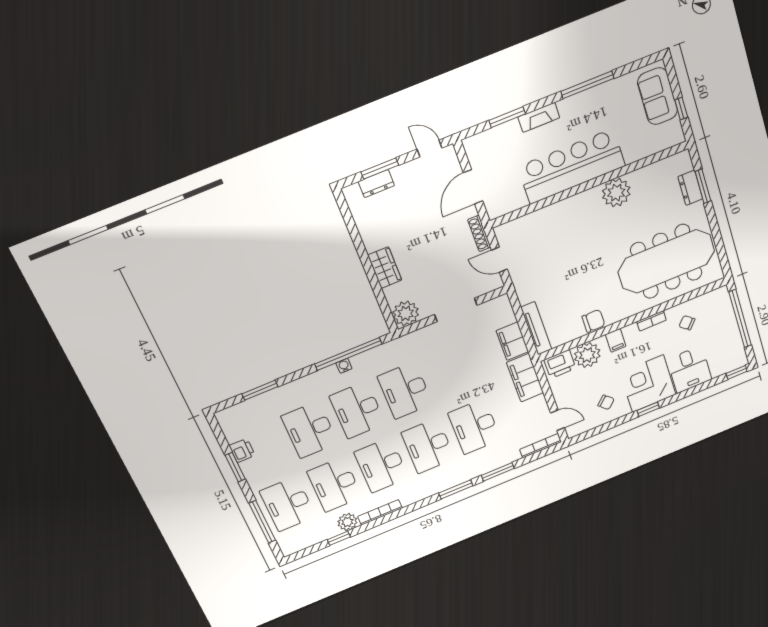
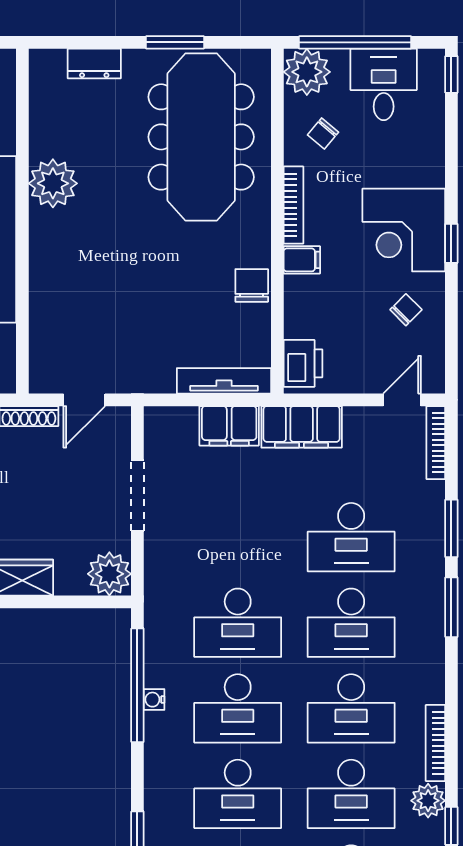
window: (703, 186) -> (175, 42), moved
bookcase: (651, 321) -> (293, 205), width x1.56
plant: (587, 355) -> (307, 72), moved
desk: (689, 369) -> (384, 84), moved, turned -90

